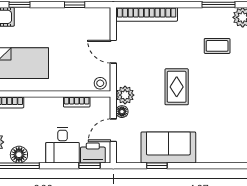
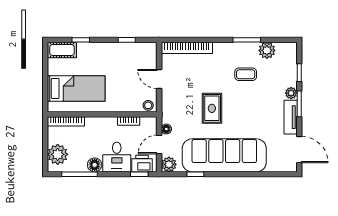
plant: (125, 95) -> (169, 164), moved
sofa: (168, 147) -> (224, 155), width x1.85, depth x1.27
floor lamp: (19, 155) -> (95, 165), moved

